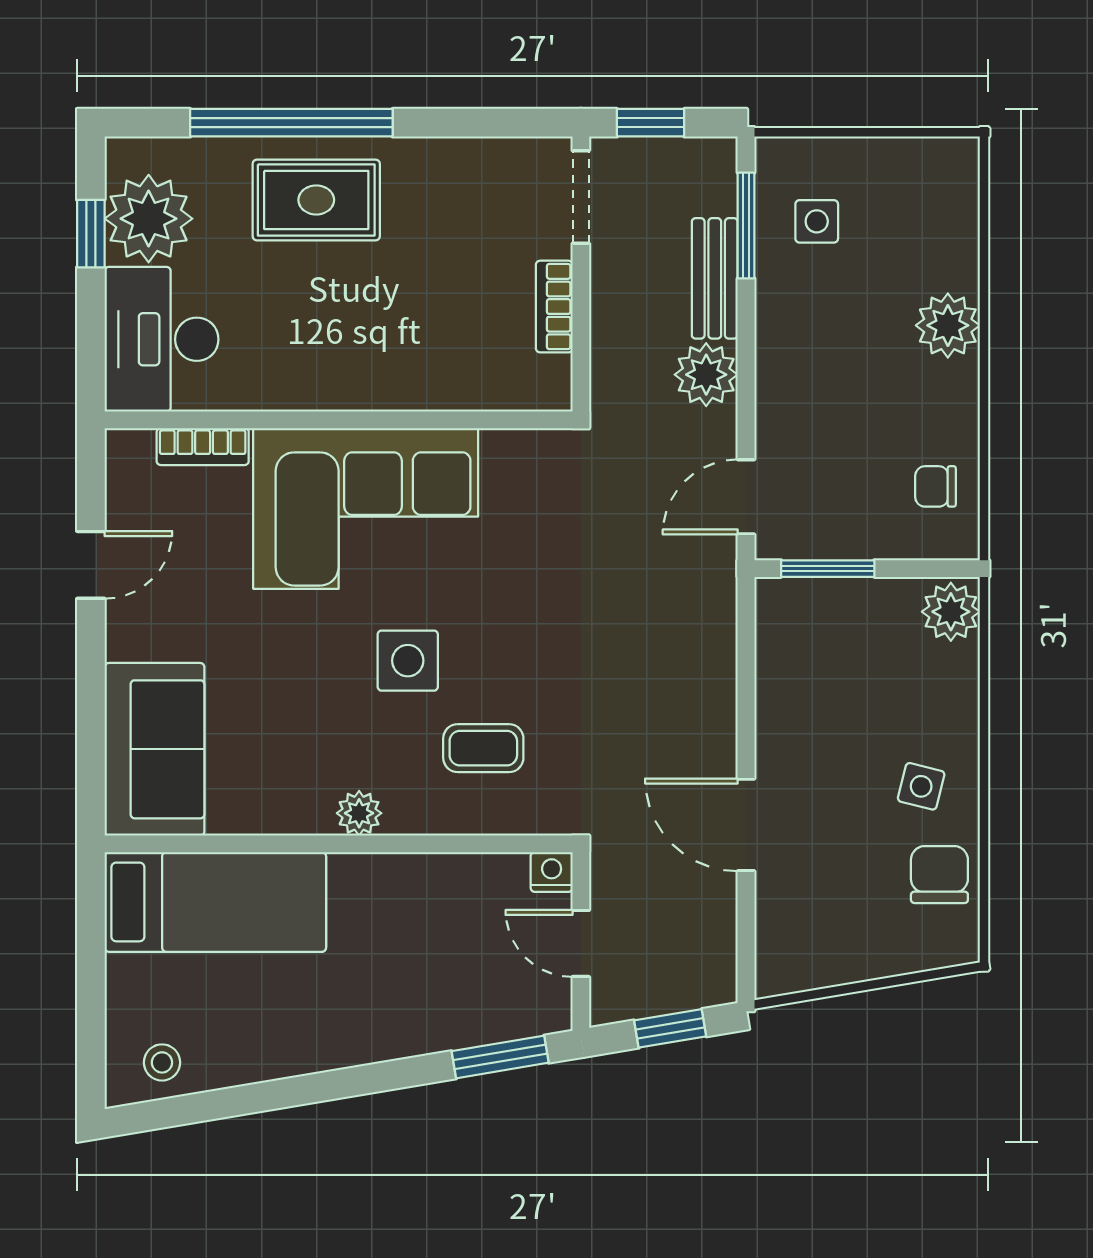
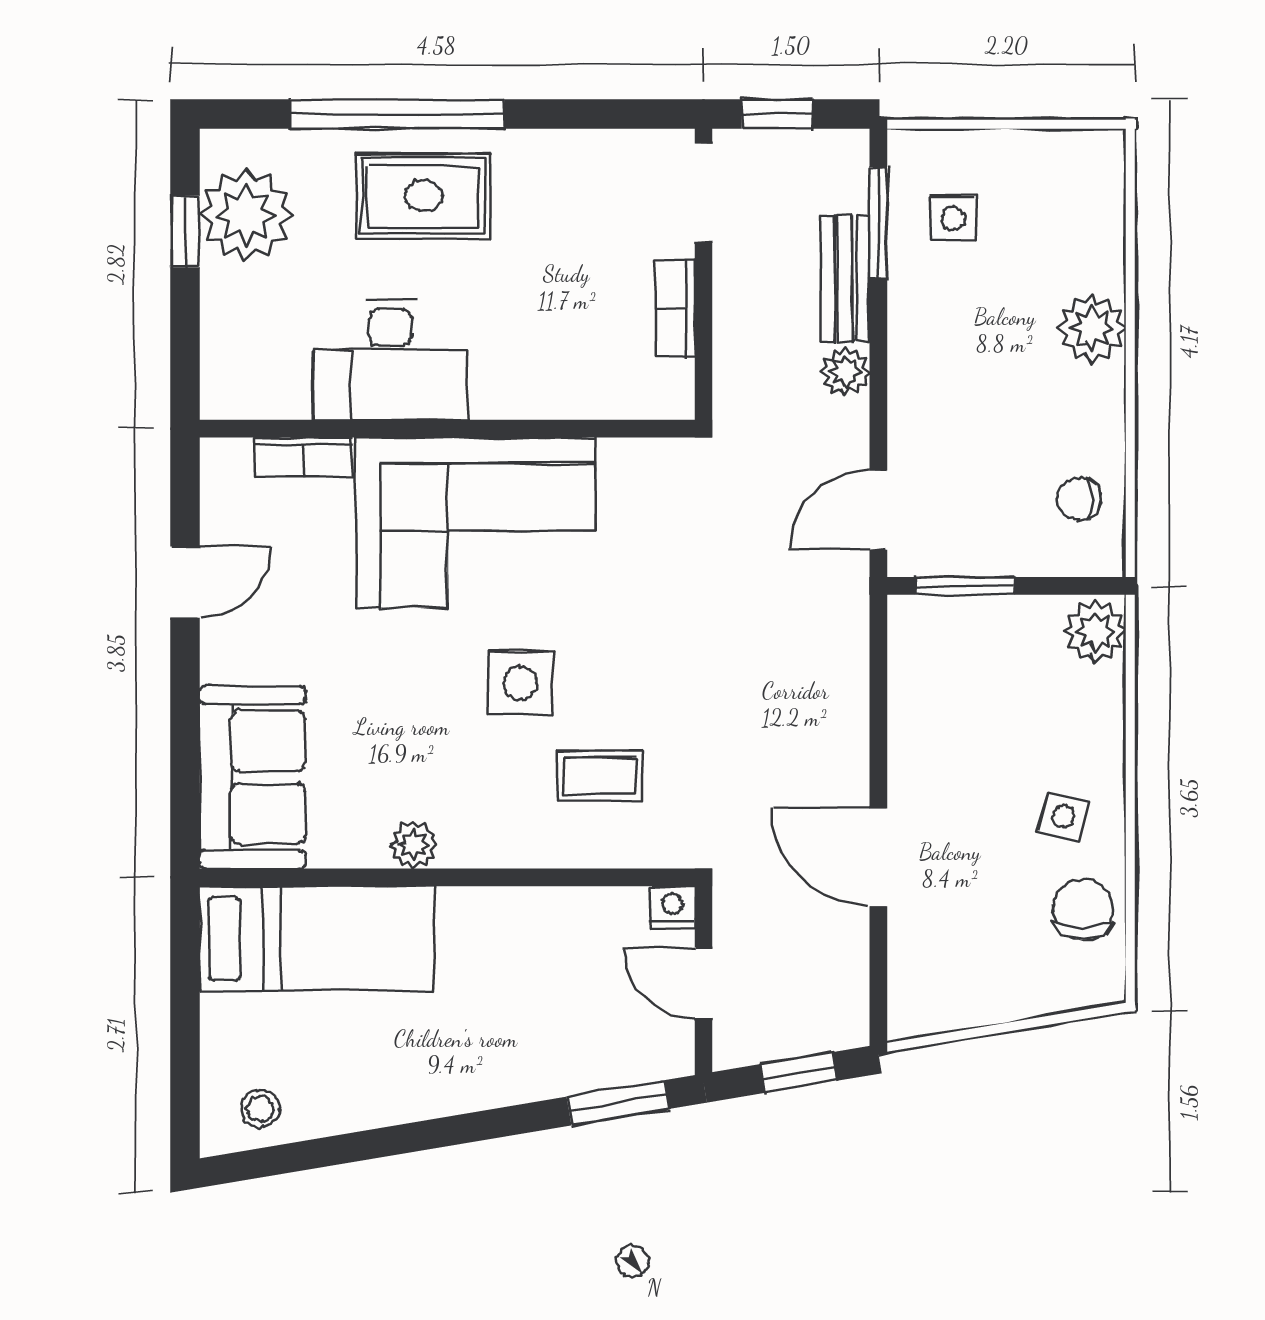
desk: (162, 339) -> (391, 360), moved, turned -90
plant: (706, 375) -> (845, 372), width x0.73, depth x0.73
plant: (359, 813) -> (414, 845), moved

